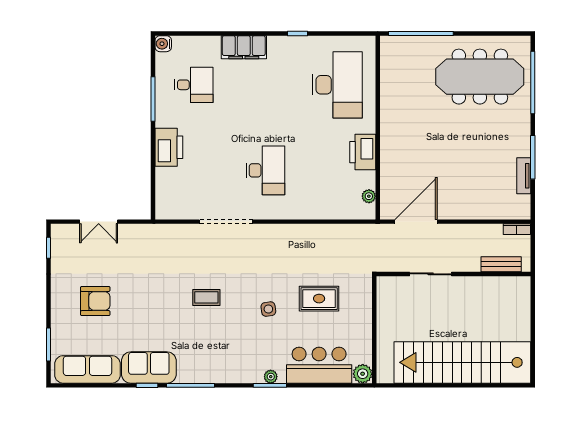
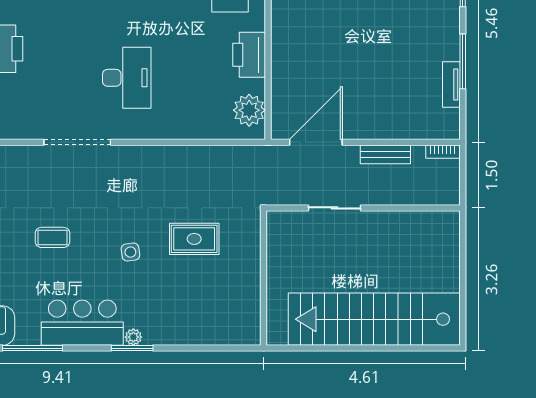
plant: (369, 196) -> (249, 110), width x1.87, depth x1.87
bench: (501, 264) -> (385, 154), moved
bar counter: (319, 365) -> (82, 323), moved
plant: (363, 374) -> (249, 333), removed

